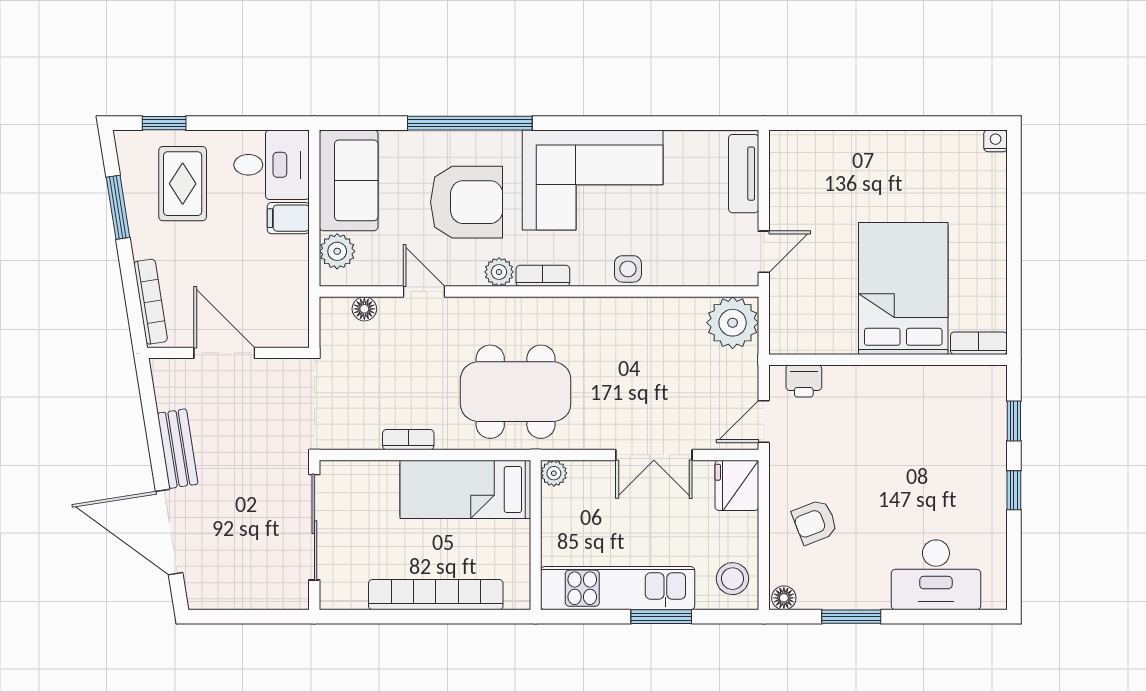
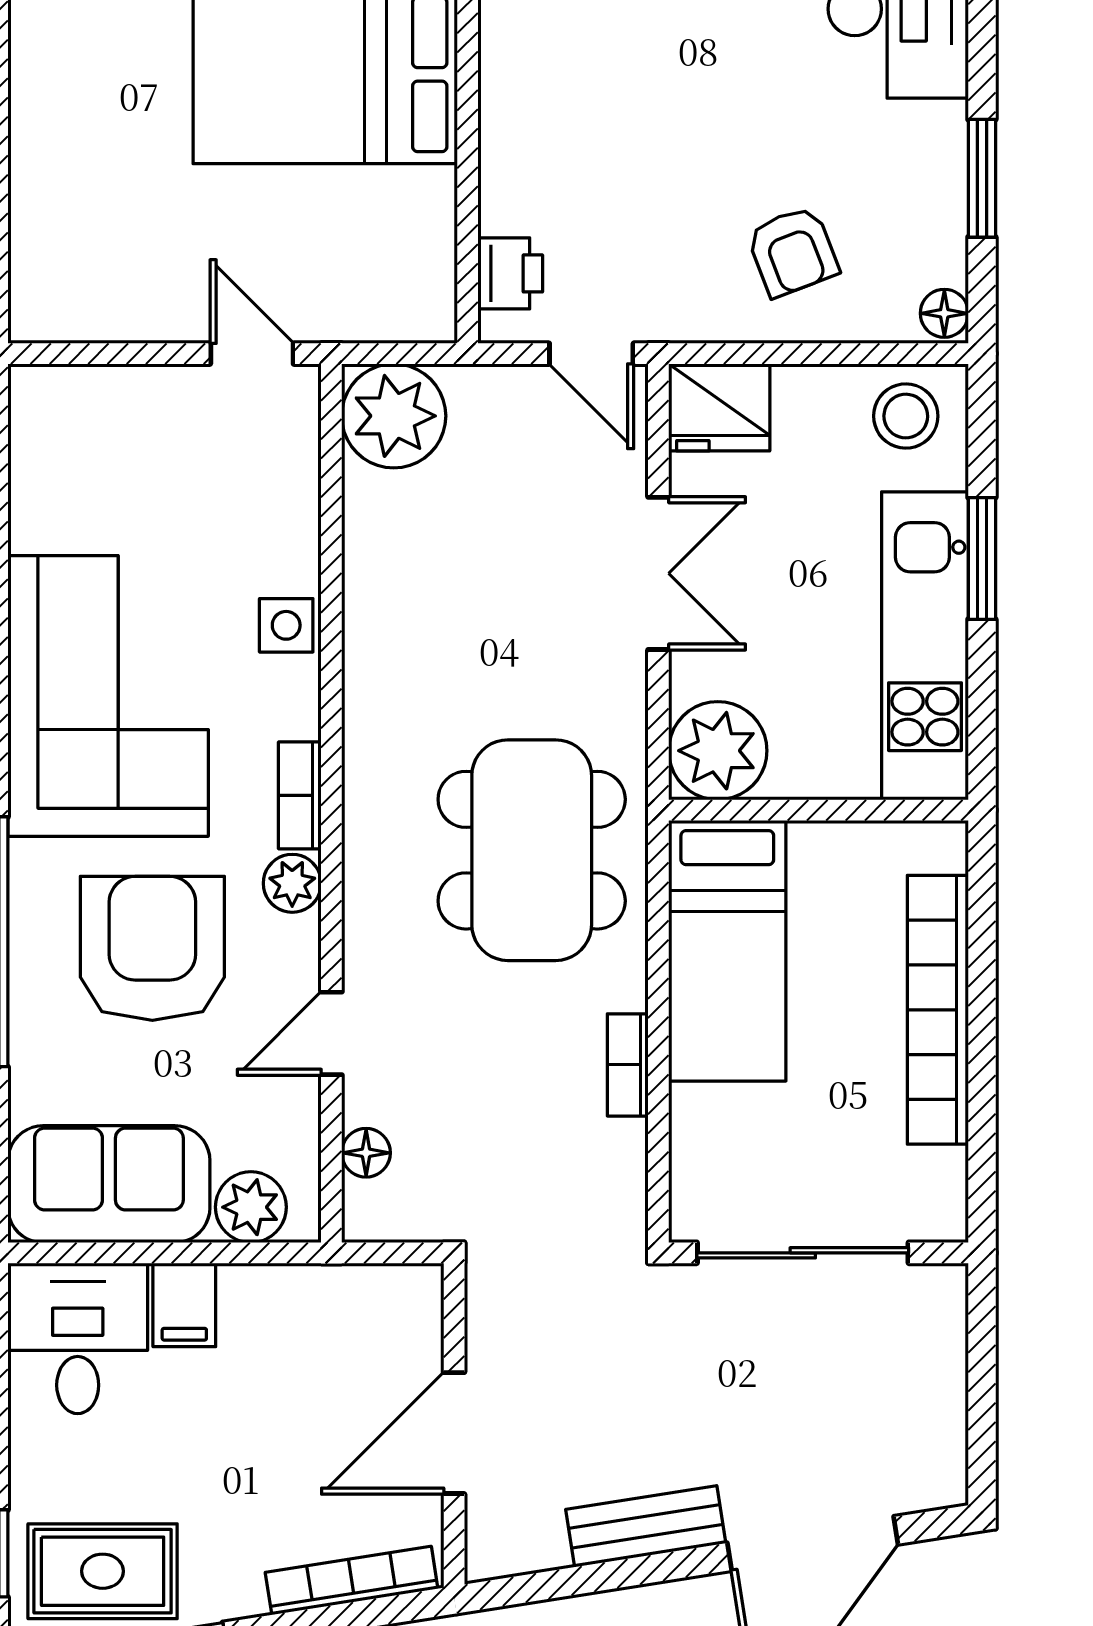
tv unit: (744, 174) -> (95, 394), removed
rug: (183, 184) -> (103, 1571), moved
plant: (554, 473) -> (718, 751), width x1.87, depth x1.87

